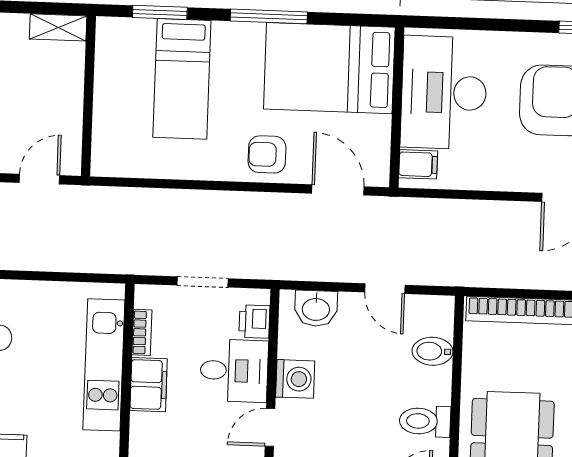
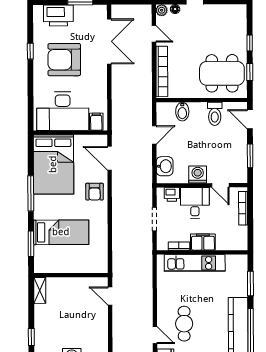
door: (338, 190) -> (110, 158), hinge flipped

